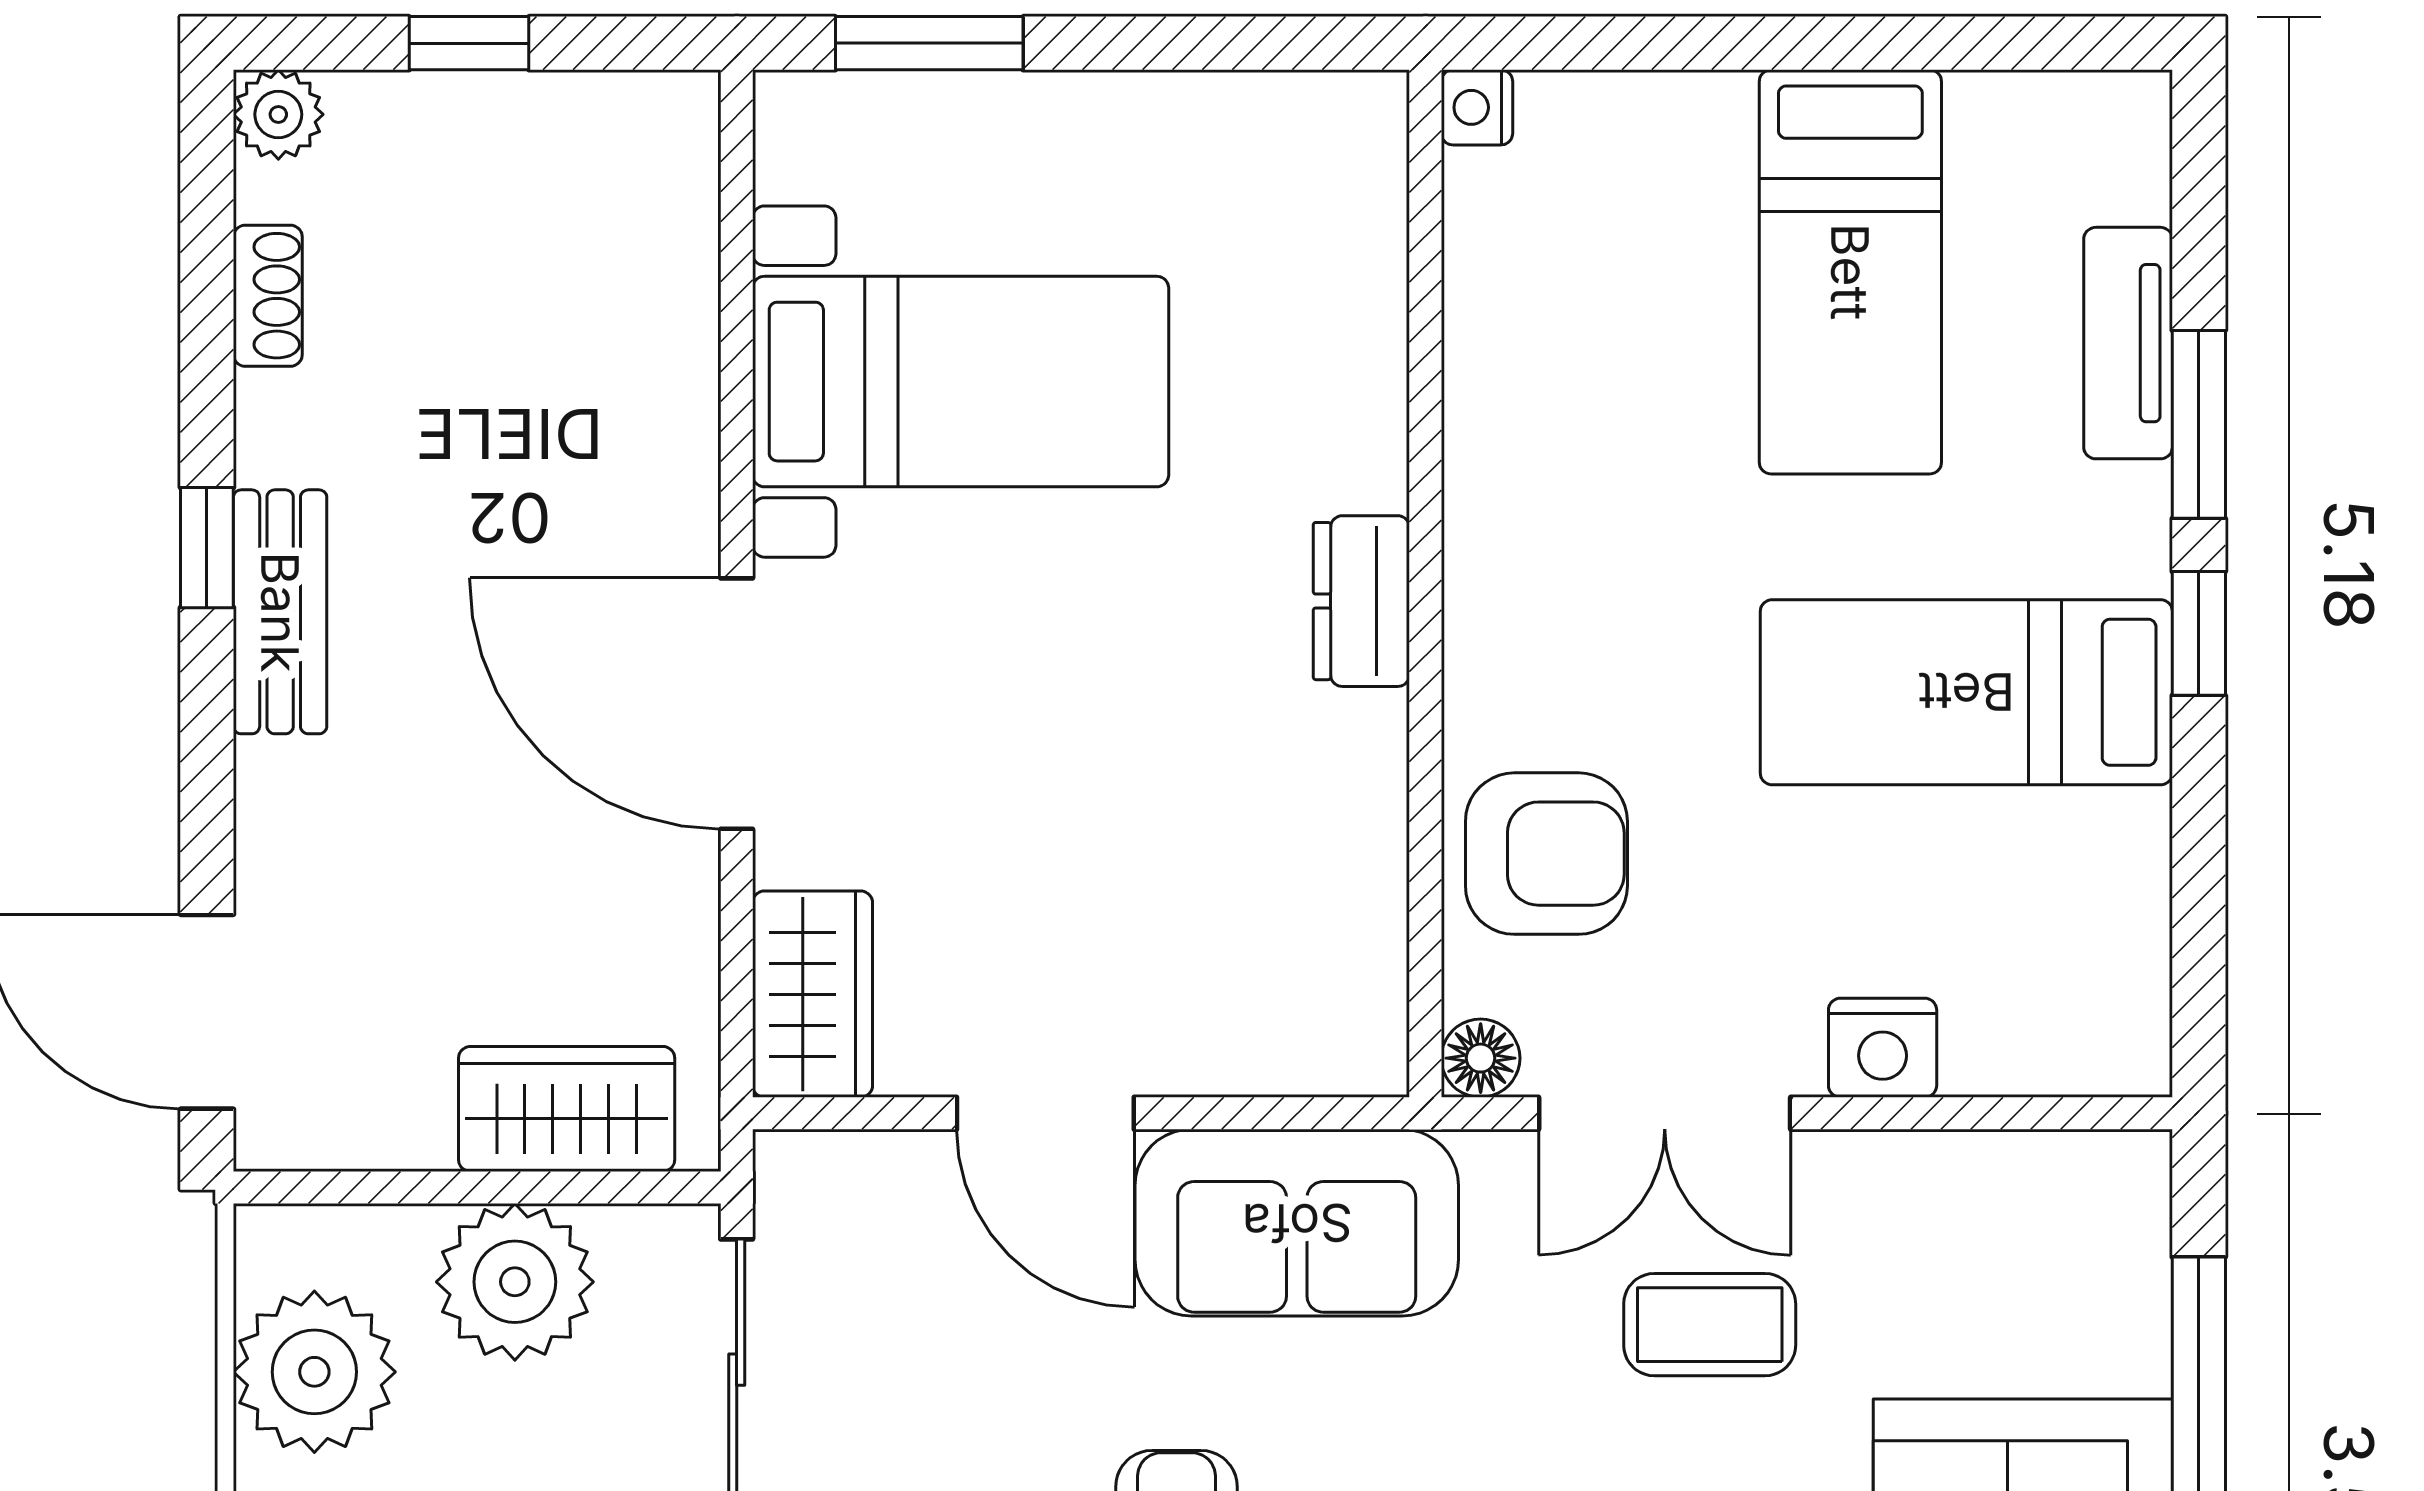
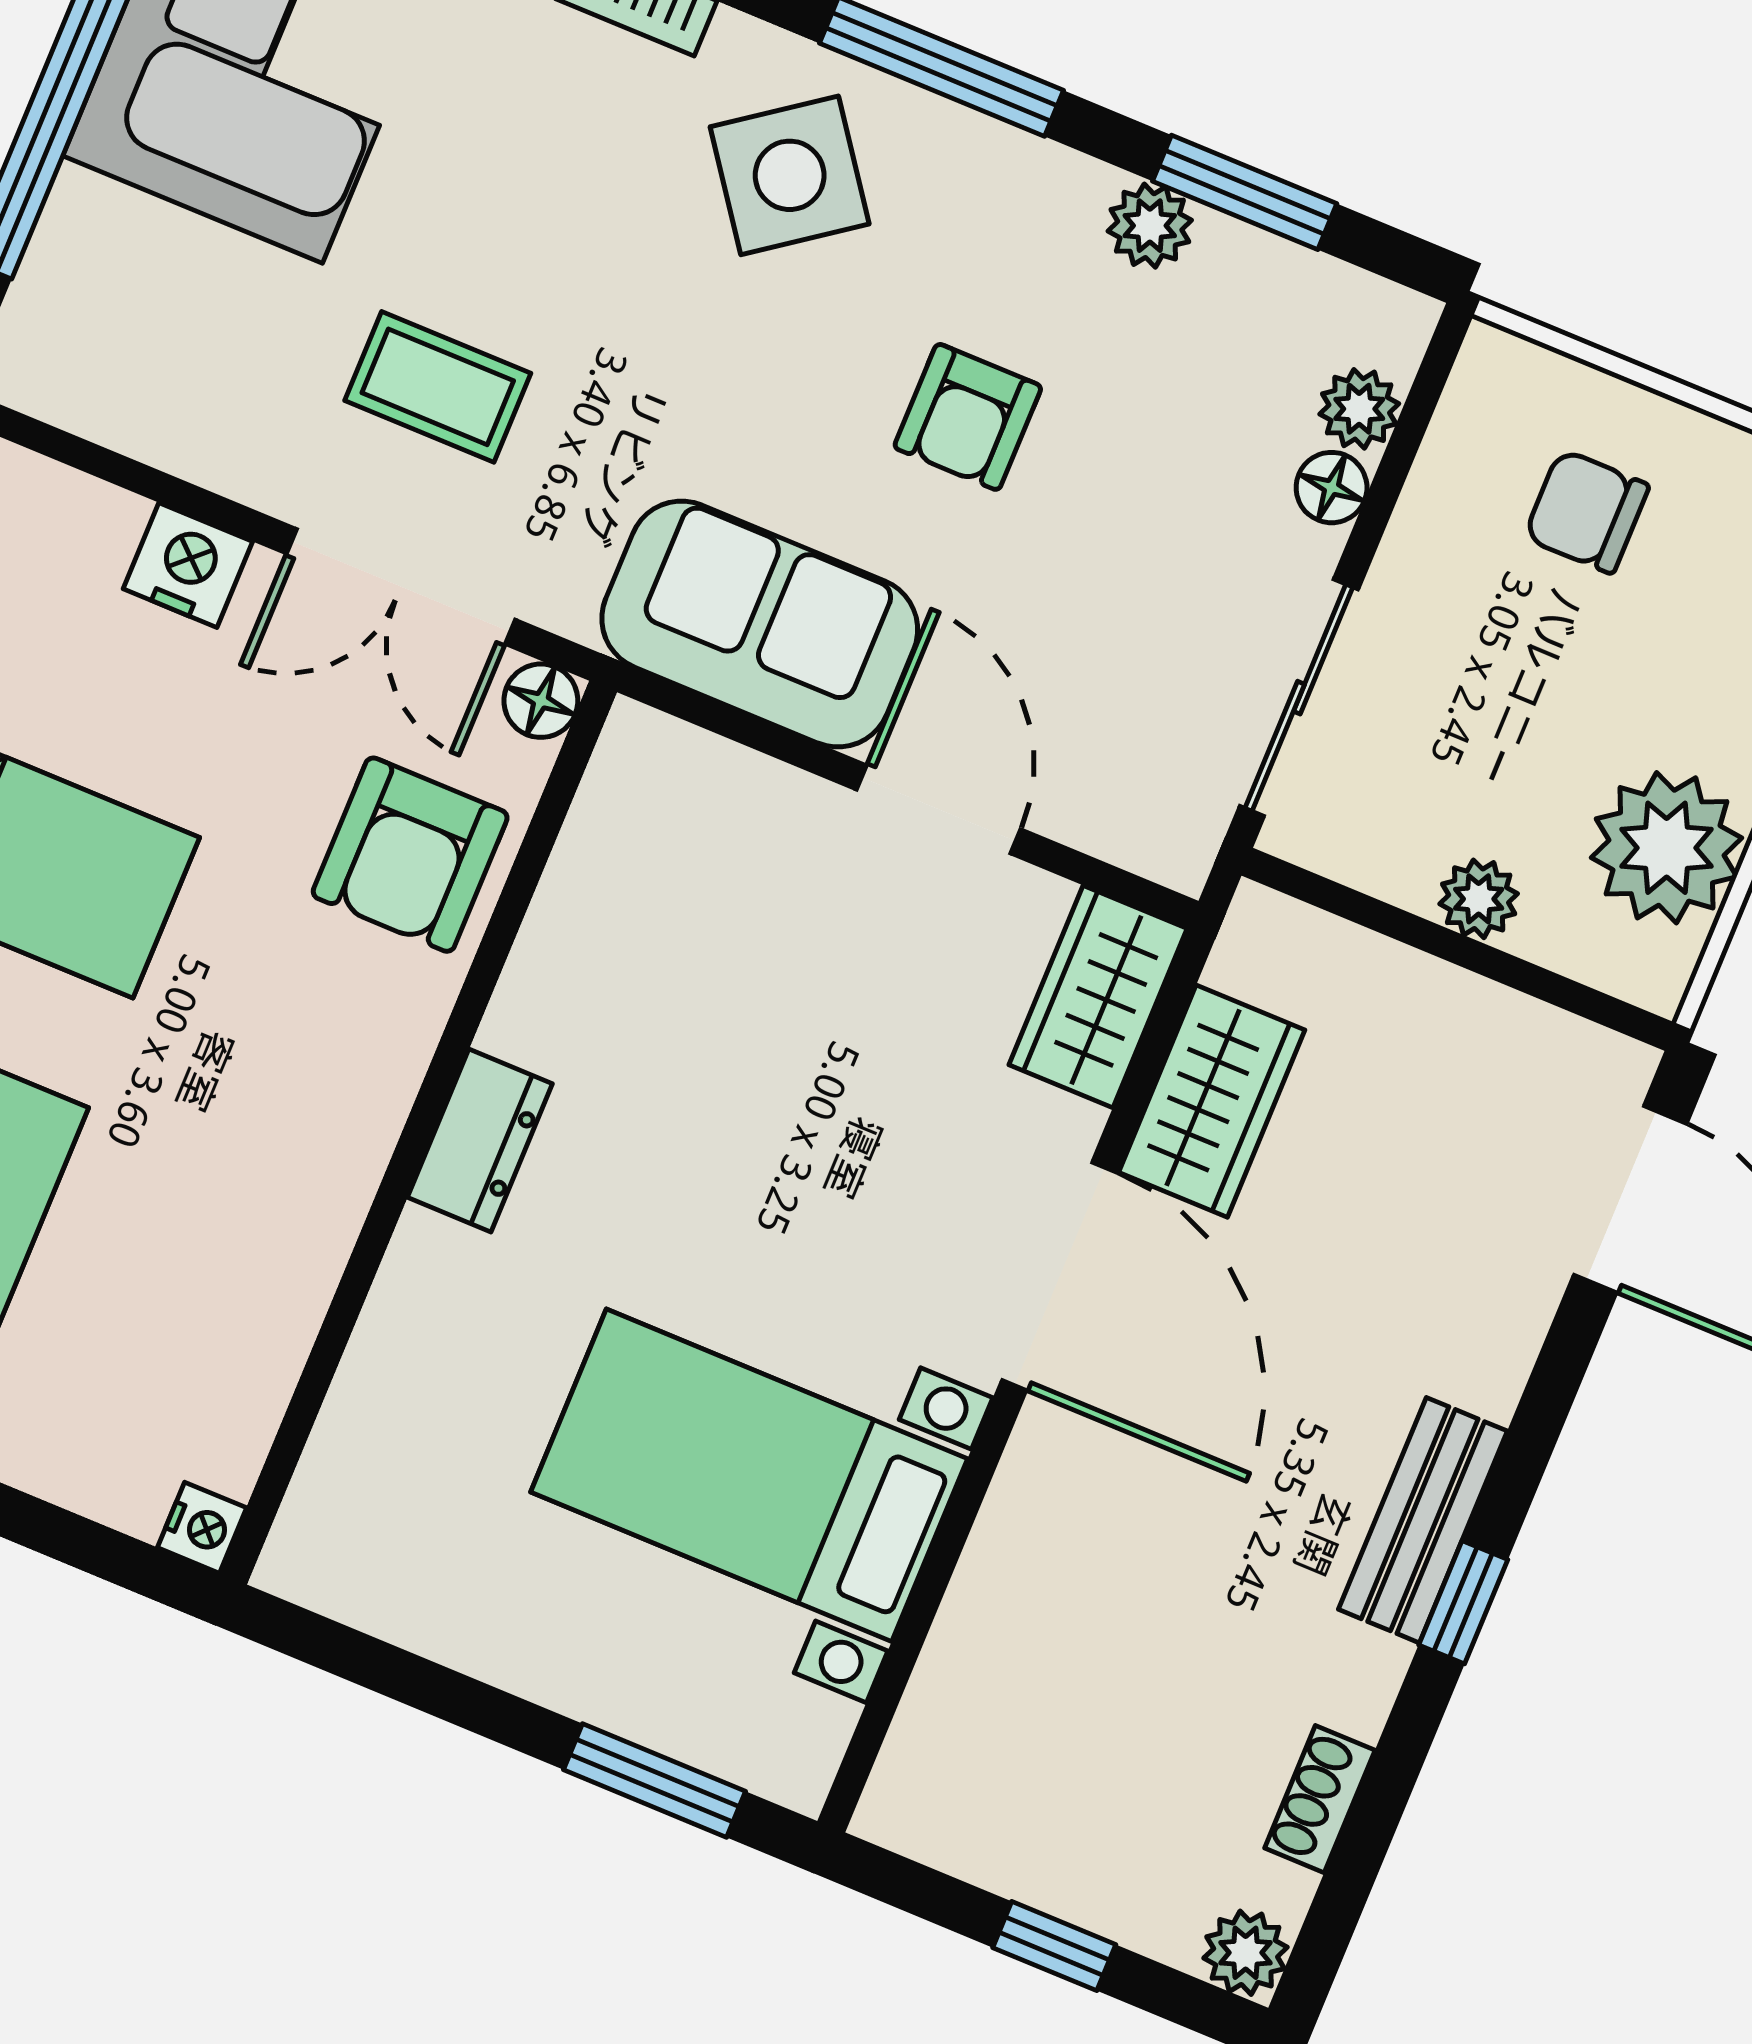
armchair: (1546, 854) -> (410, 855), turned -90
wardrobe: (567, 1109) -> (1212, 1101), moved, turned -90
double door: (1665, 1113) -> (401, 587), swing flipped
plant: (515, 1282) -> (1479, 899), width x0.53, depth x0.53

